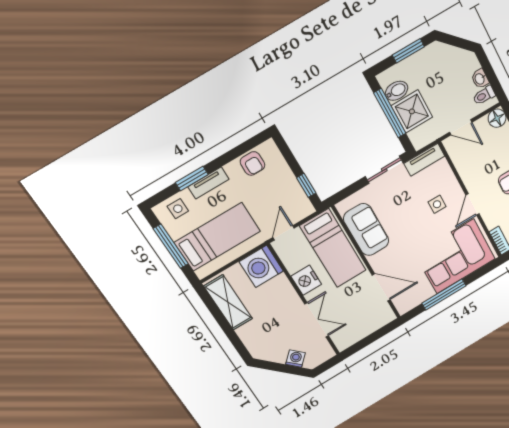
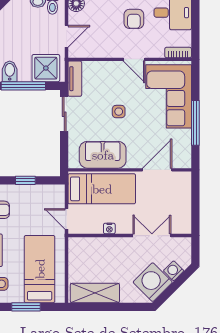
shower: (412, 111) -> (46, 68), moved
window: (306, 185) -> (25, 180), moved
side table: (437, 204) -> (119, 112), moved
window: (171, 246) -> (26, 307), width x0.69
washing machine: (261, 266) -> (153, 282), moved, turned 135
nightstand: (306, 280) -> (109, 229), width x0.53, depth x0.56

